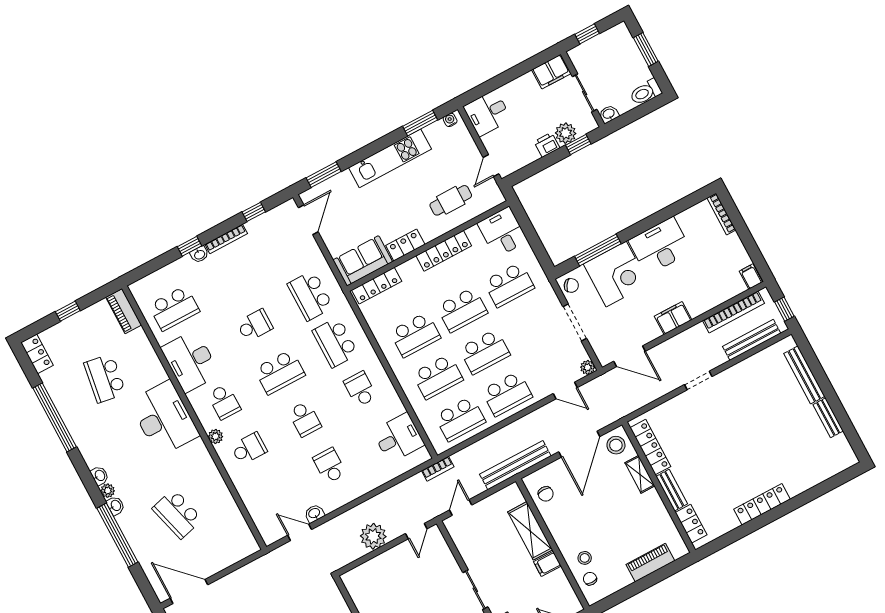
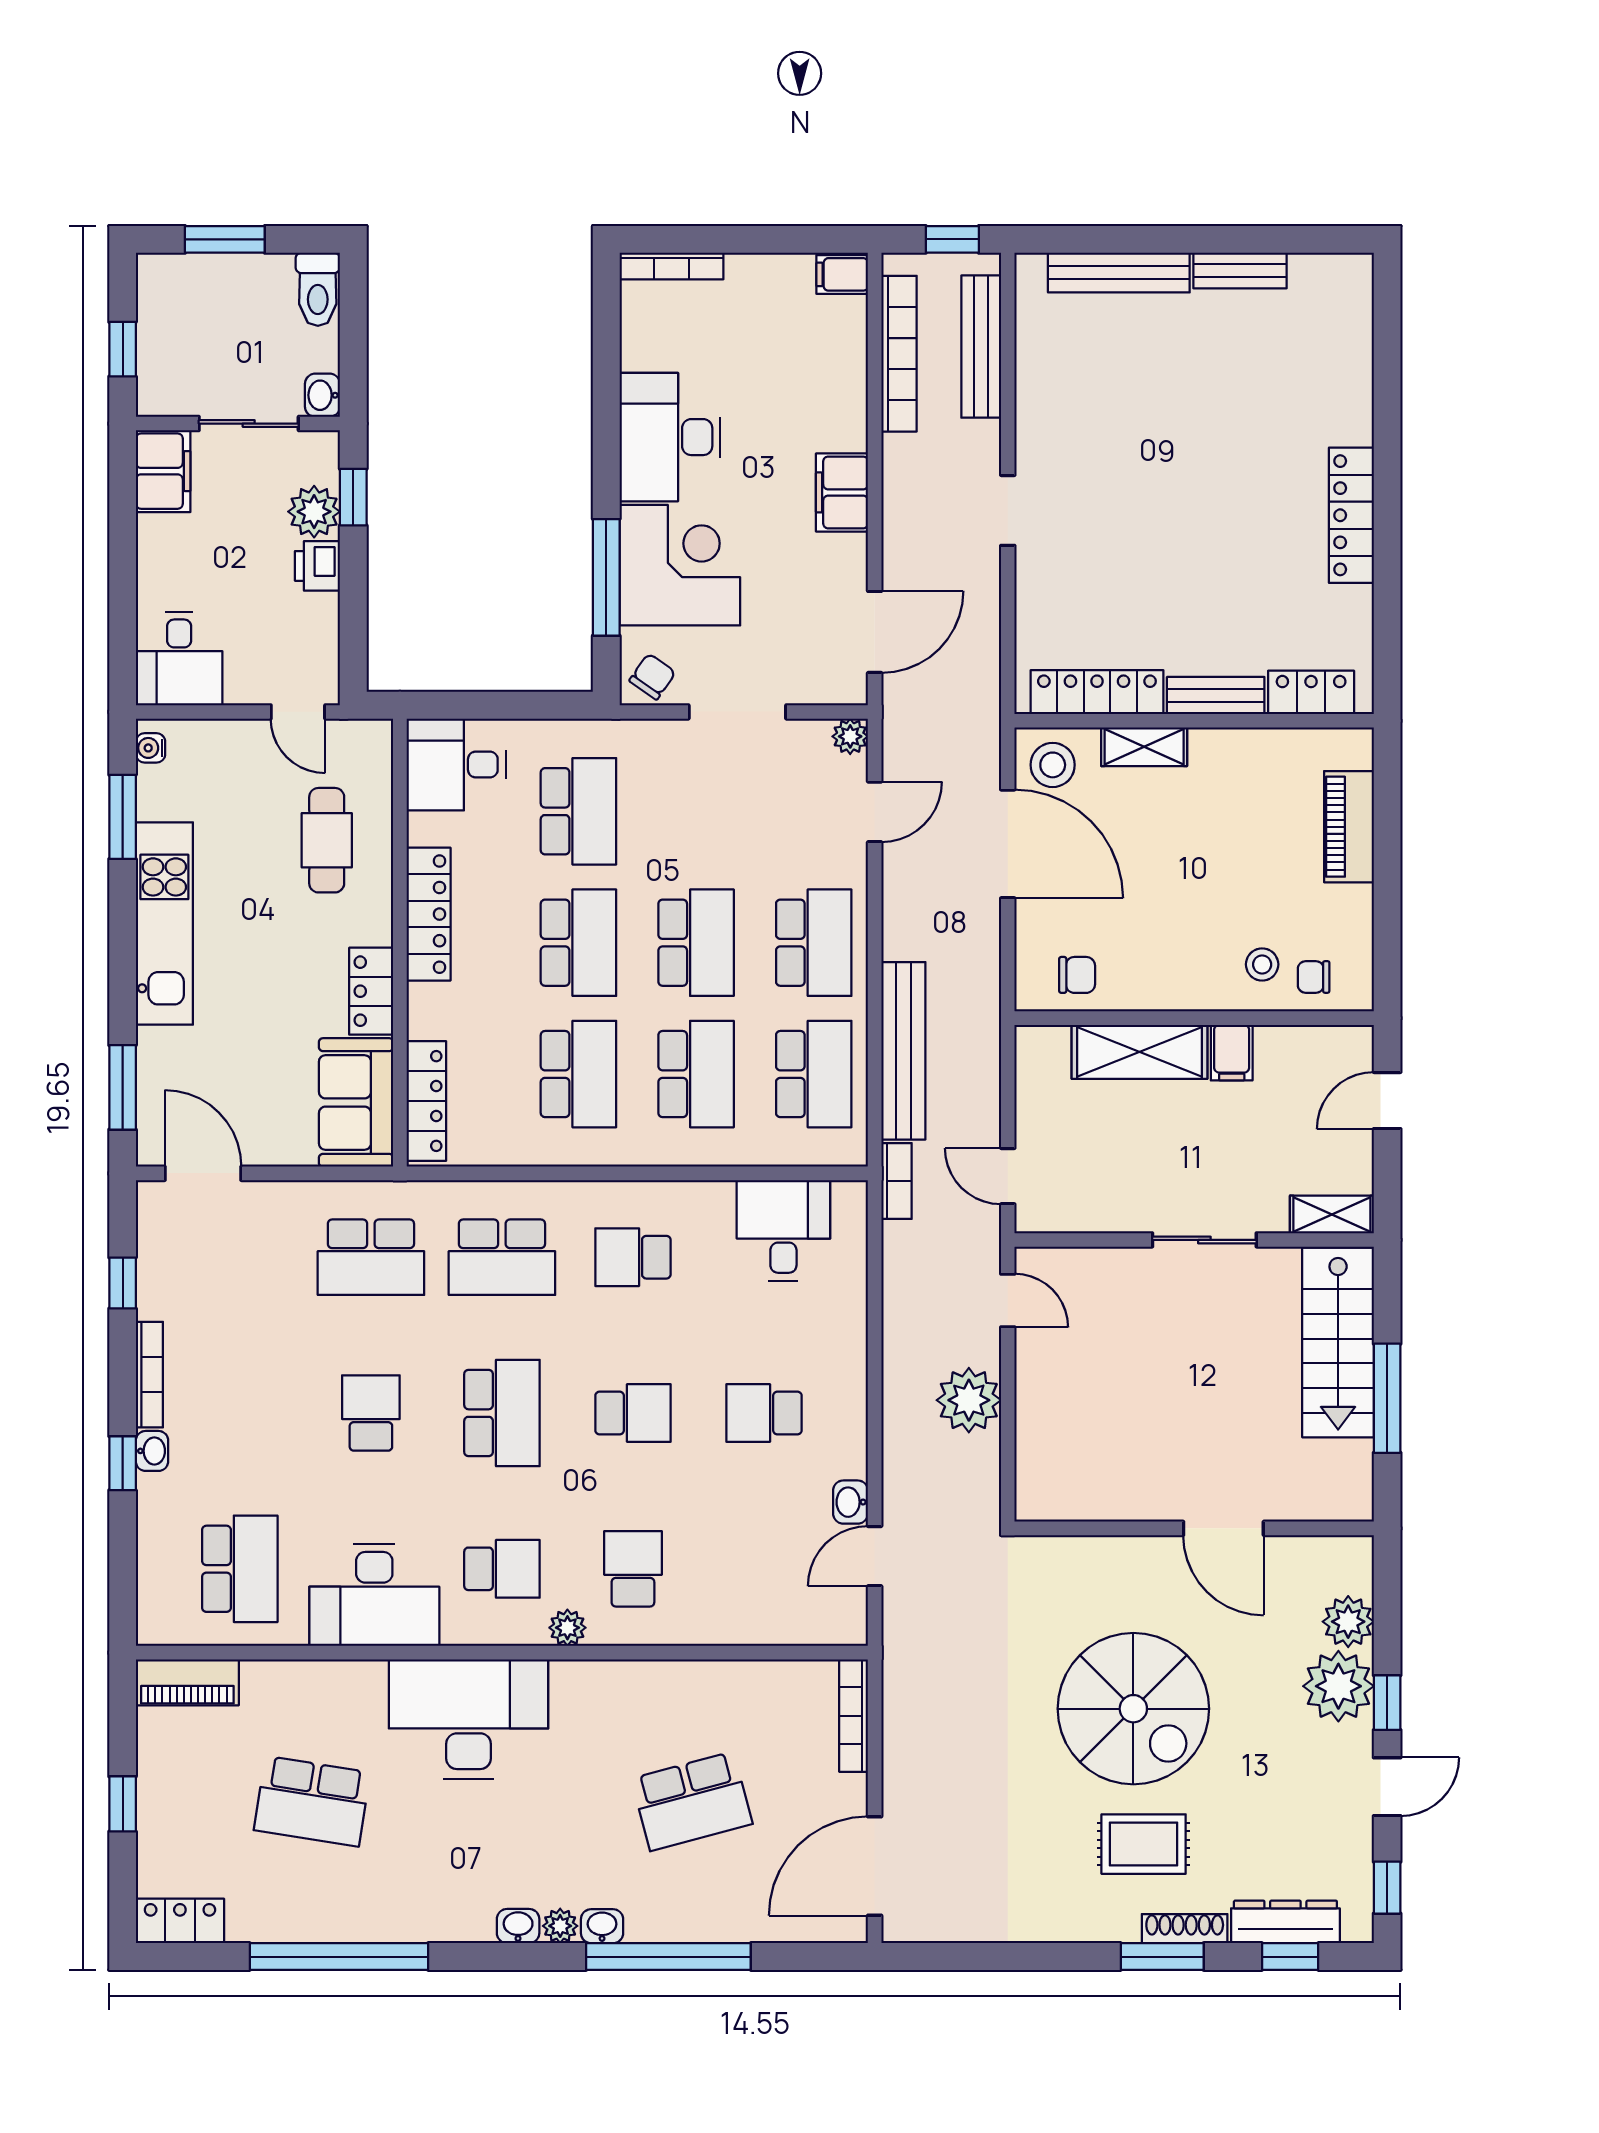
bench: (515, 465) -> (903, 1051), moved
bookcase: (239, 555) -> (854, 1716), added

